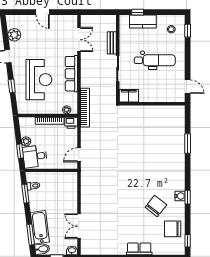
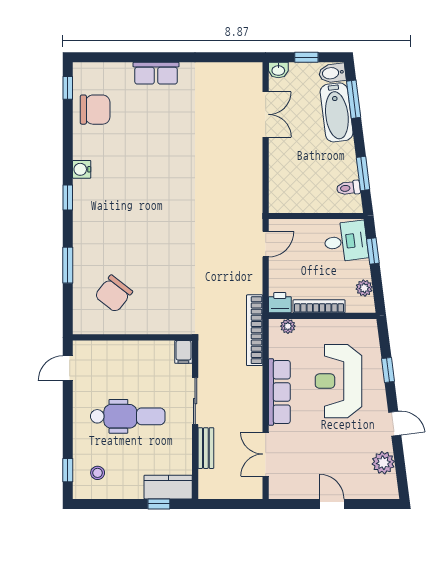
kitchen counter: (143, 21) -> (168, 487), moved
dental chair: (155, 60) -> (128, 416), turned 180
door: (188, 87) -> (68, 368), hinge flipped
filing cabinet: (129, 96) -> (183, 352), width x0.50
plant: (26, 141) -> (364, 288), moved
window: (188, 197) -> (68, 198), moved
chair: (156, 206) -> (114, 294), moved

